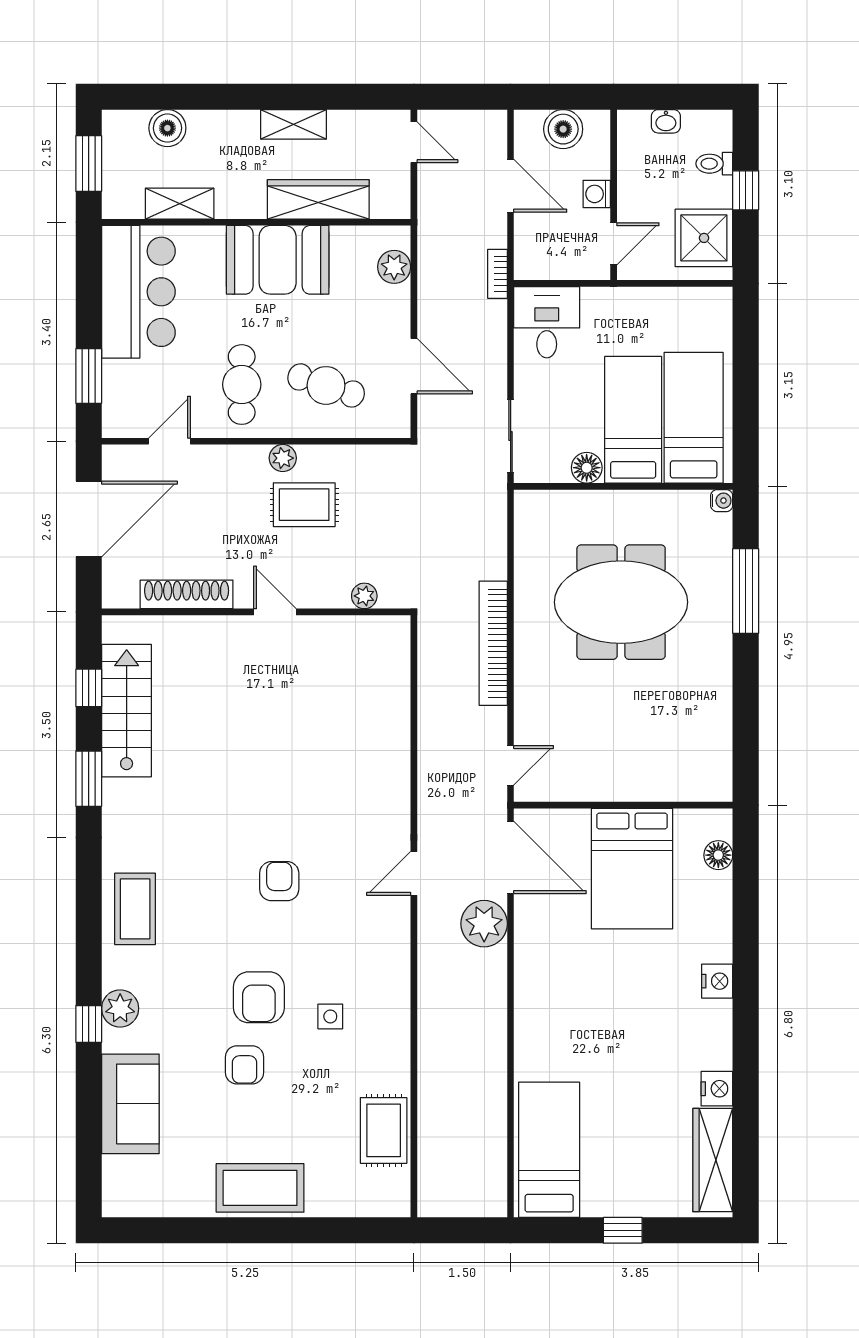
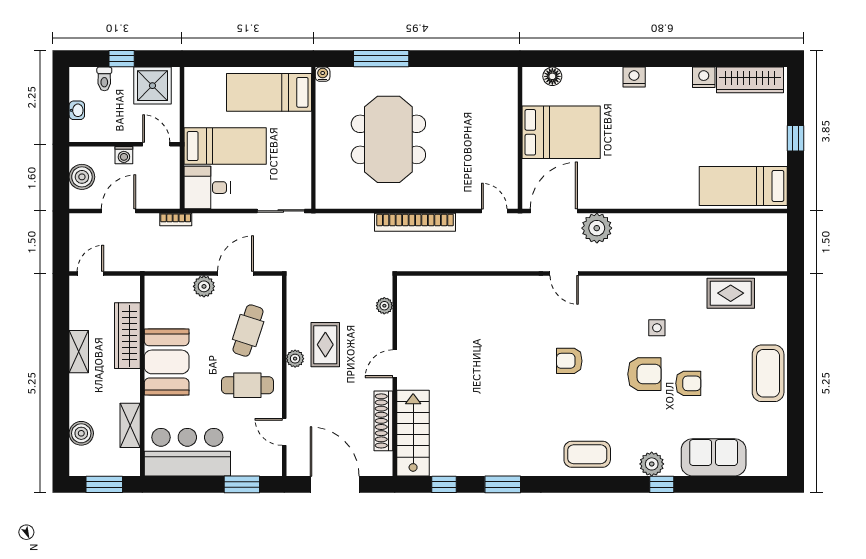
plant: (394, 267) -> (204, 286), moved
bed: (633, 420) -> (225, 146), moved, turned 180
floor lamp: (587, 468) -> (301, 162), removed
stairs: (127, 711) -> (413, 433), moved, turned 90

